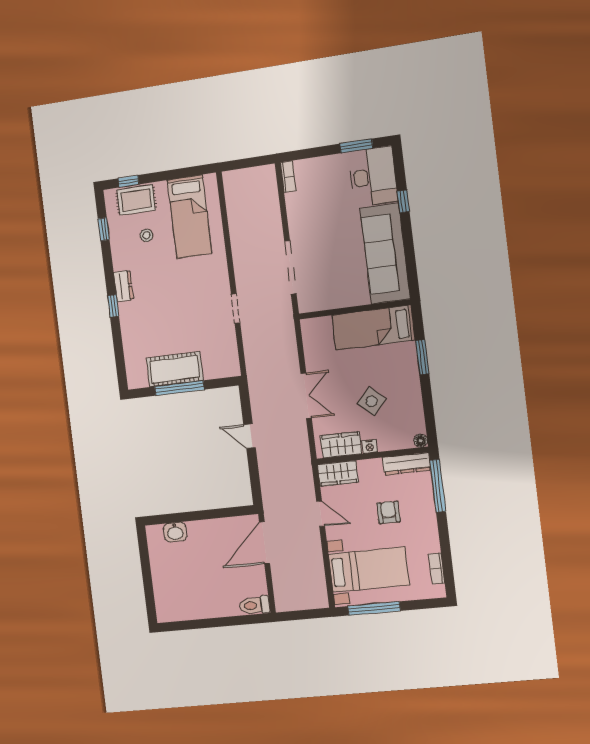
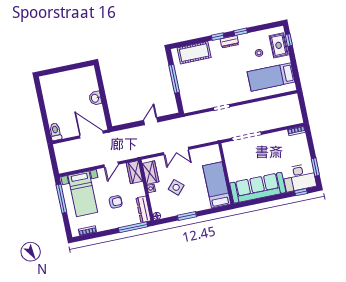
window: (403, 201) -> (301, 192), moved
window: (104, 229) -> (241, 32), moved
window: (422, 357) -> (187, 216), moved
cot: (175, 369) -> (194, 53), moved, turned 90
washbasin: (175, 532) -> (95, 98), moved

